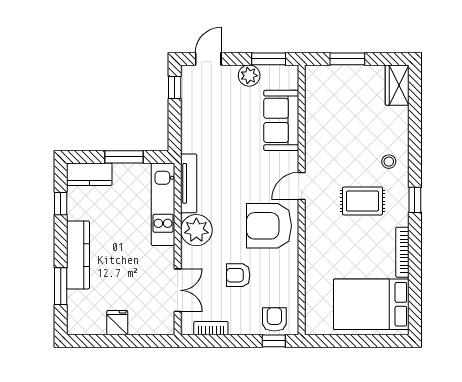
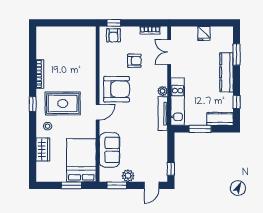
wardrobe: (397, 85) -> (43, 149), moved
rug: (362, 201) -> (63, 103), width x1.36, depth x1.43
plant: (196, 230) -> (163, 91), width x0.53, depth x0.53
bed: (371, 304) -> (81, 160), moved, turned -90

